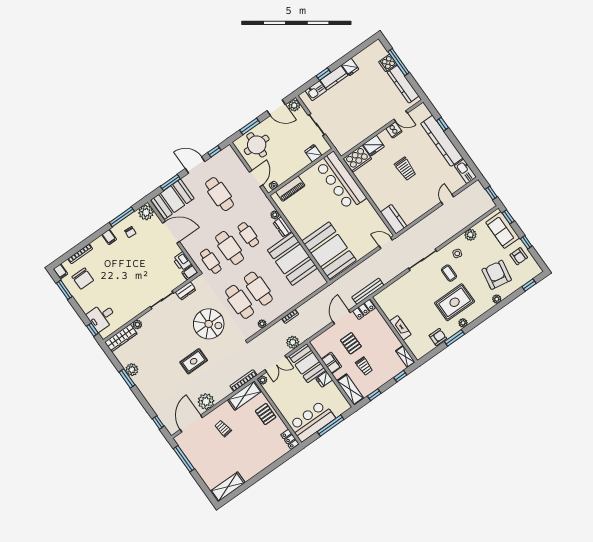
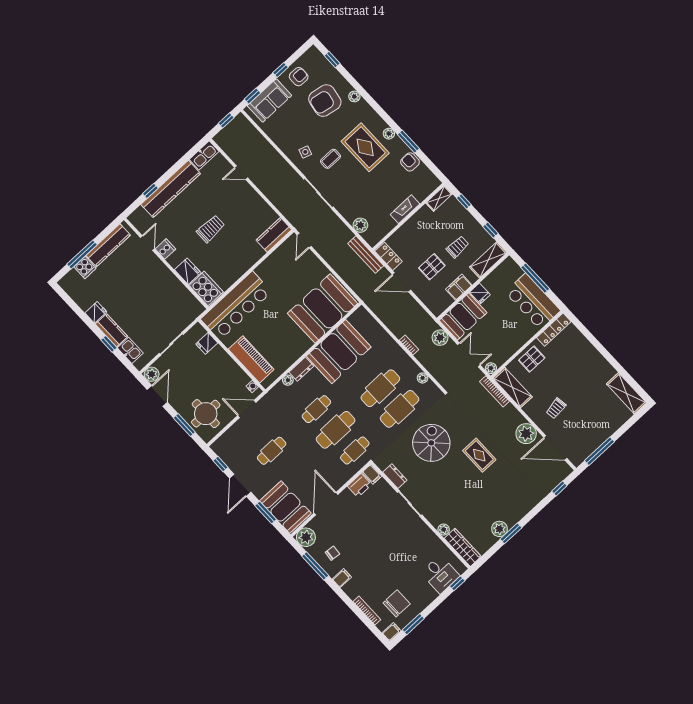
piano: (290, 189) -> (251, 359), width x1.37, depth x1.33
cafe table: (220, 194) -> (272, 451), width x0.73, depth x0.74
plant: (470, 235) -> (360, 225), moved
locker: (290, 439) -> (554, 330), width x1.53

